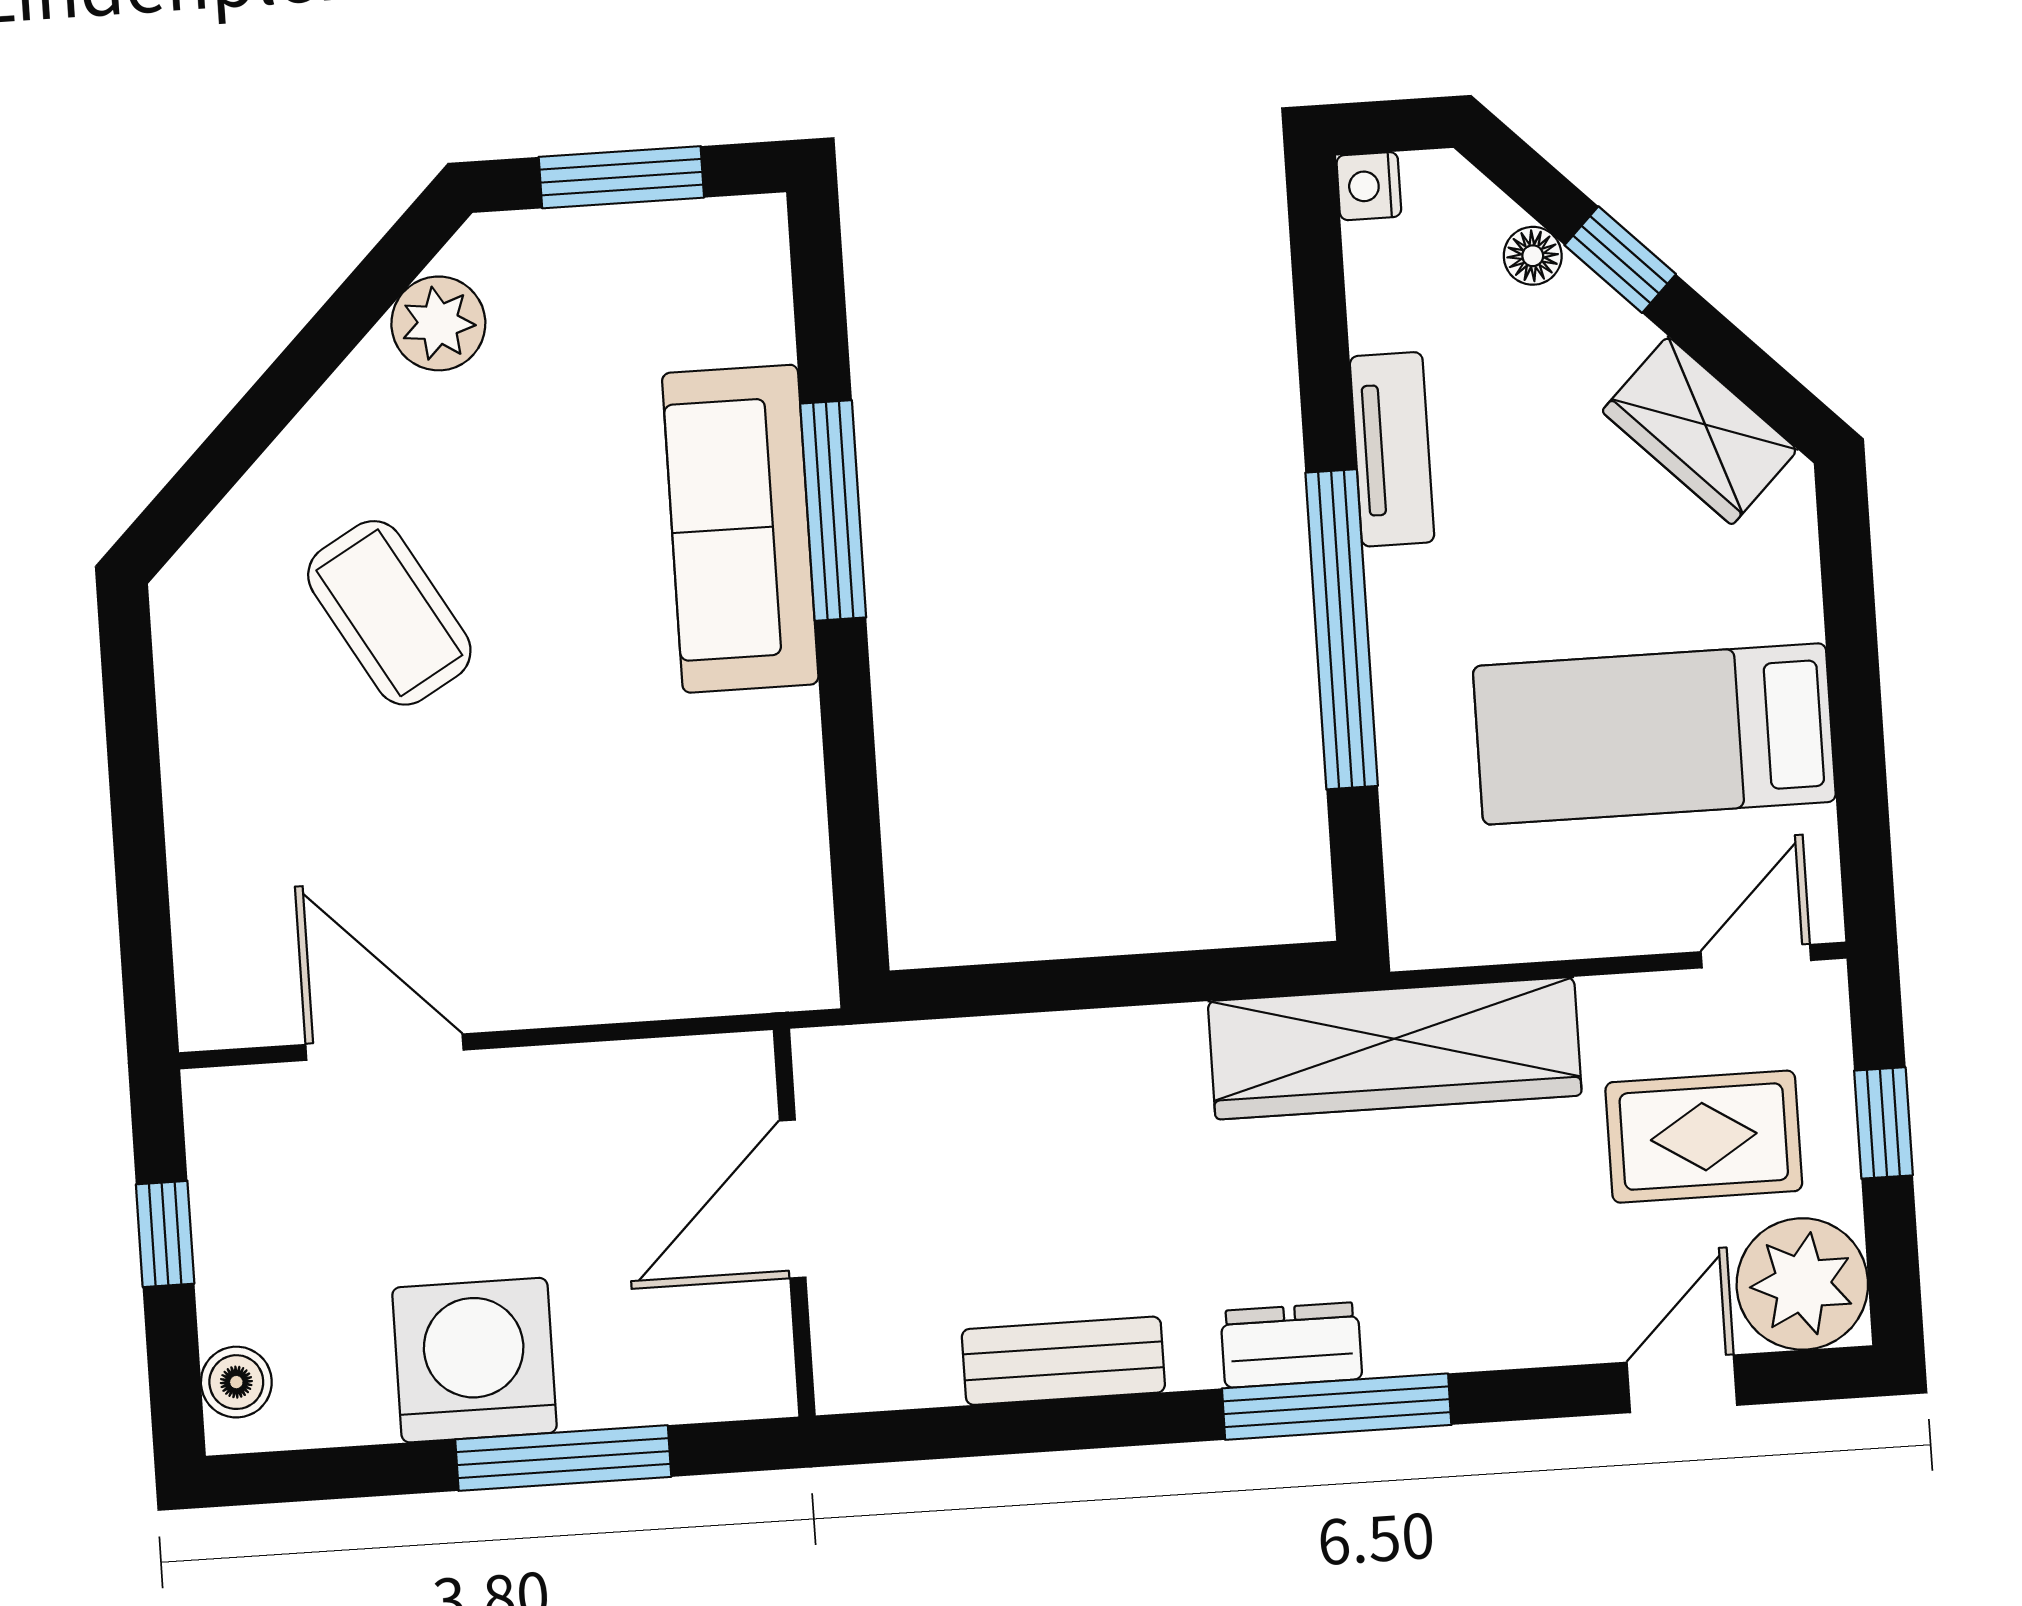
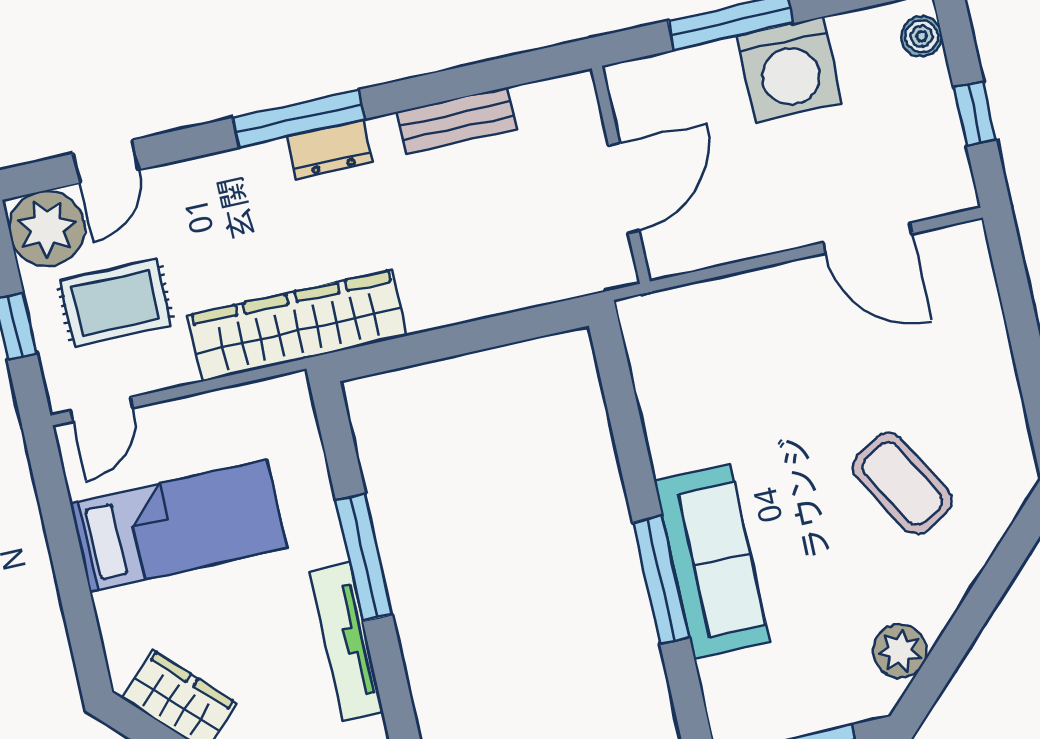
tv unit: (1392, 449) -> (346, 642), width x1.41
window: (1342, 629) -> (364, 557), width x0.68

